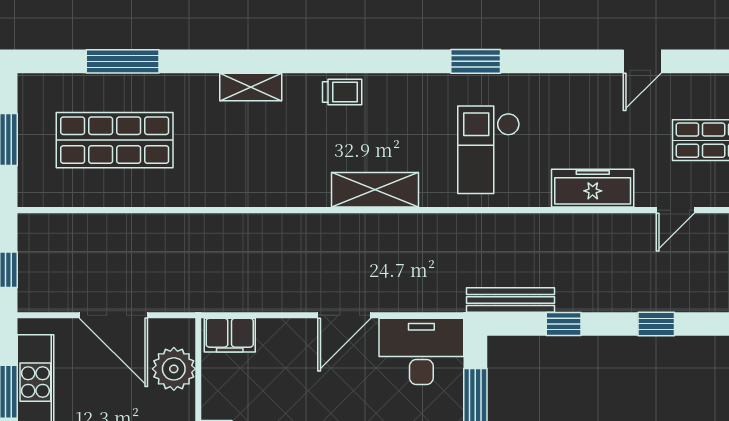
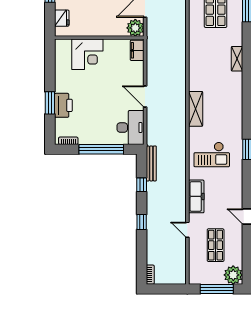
trolley: (342, 92) -> (235, 96), removed
checkout: (489, 150) -> (212, 155), turned 180
plant: (174, 369) -> (135, 28), moved

